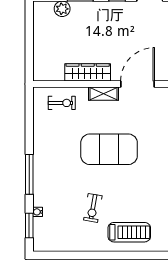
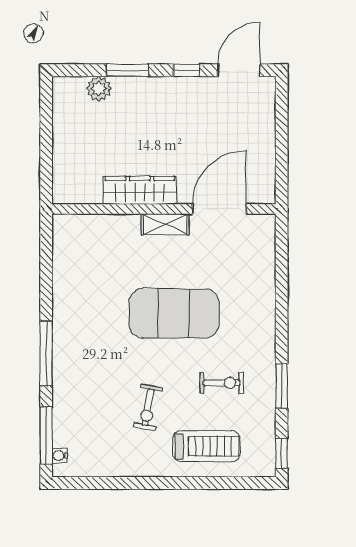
exercise bike: (62, 103) -> (222, 383), moved
water cooler: (38, 212) -> (60, 456), moved
window: (29, 226) -> (46, 435), width x1.44

